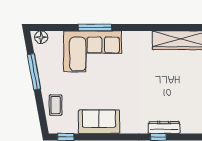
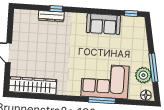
plant: (46, 62) -> (143, 75), added
coffee table: (56, 105) -> (138, 40), removed

